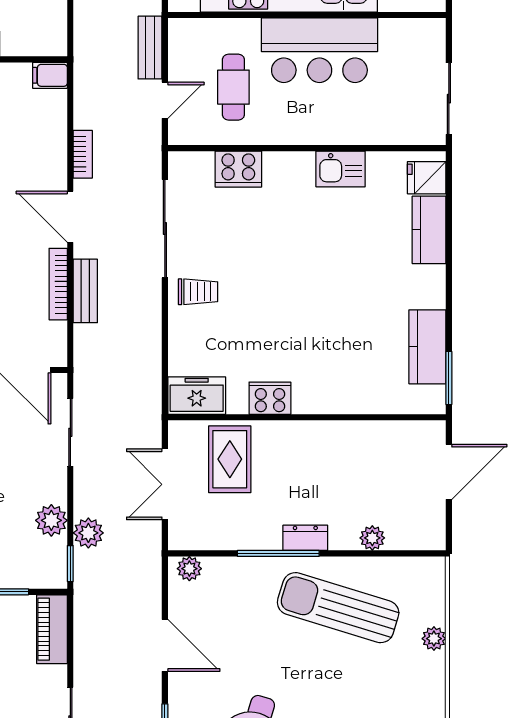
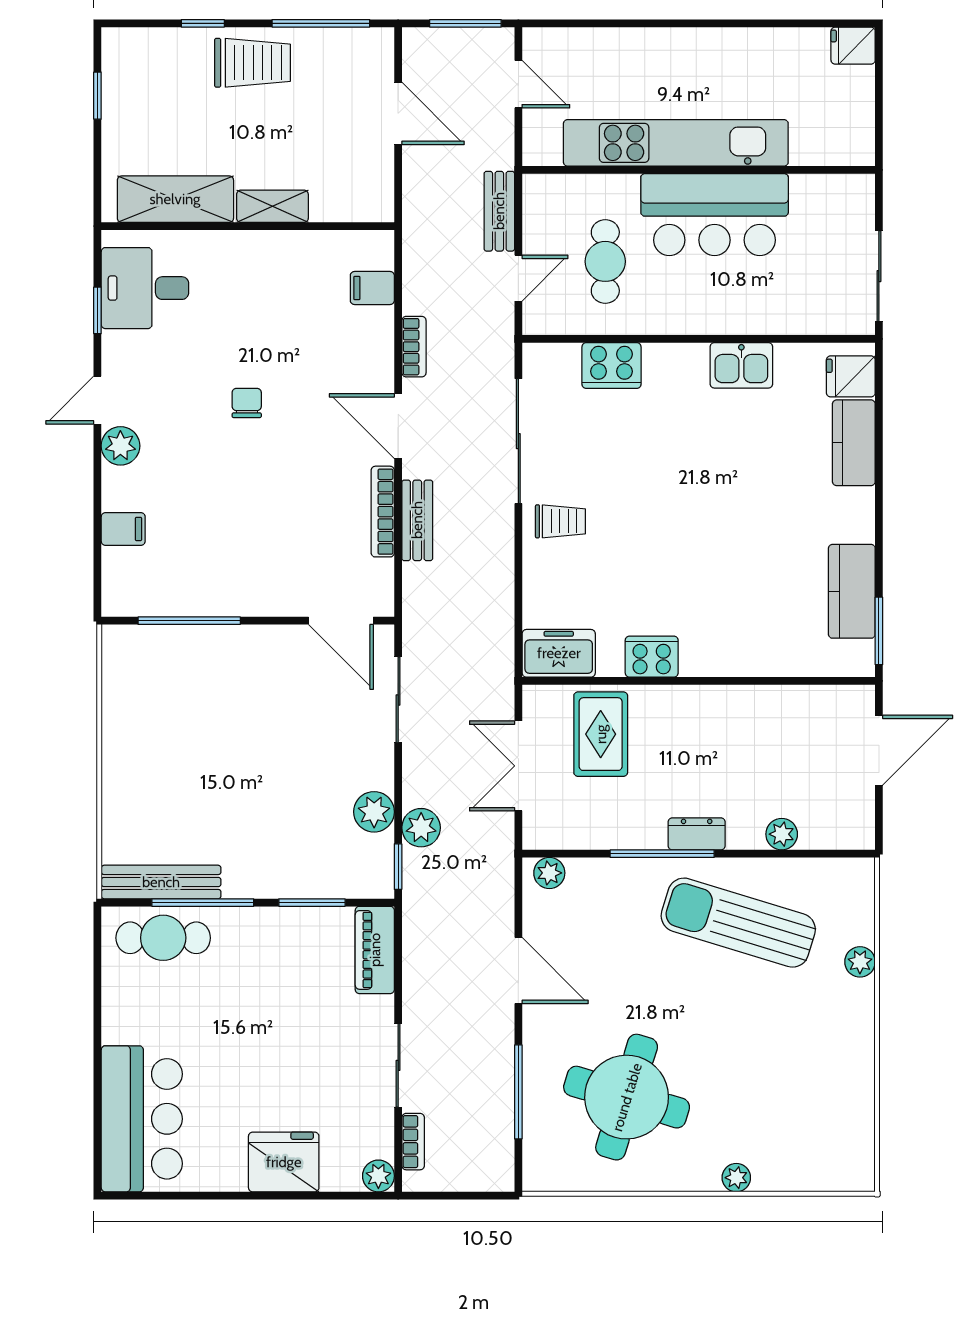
filing cabinet: (50, 75) -> (372, 288), moved

